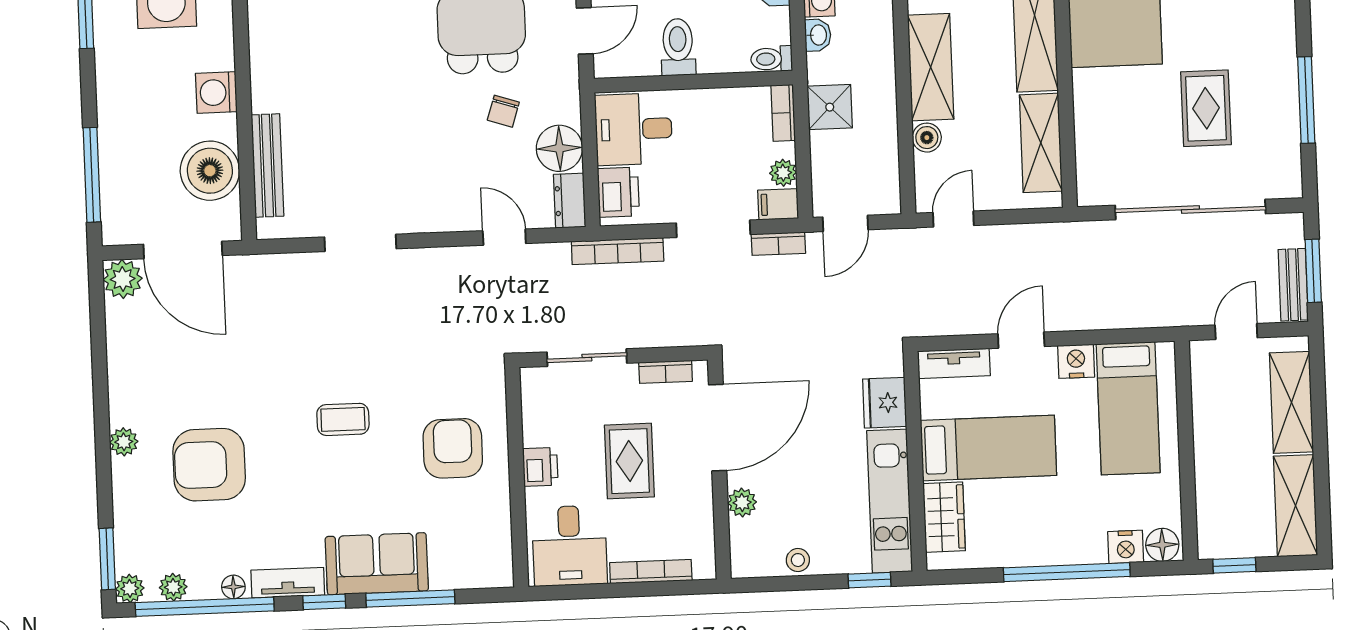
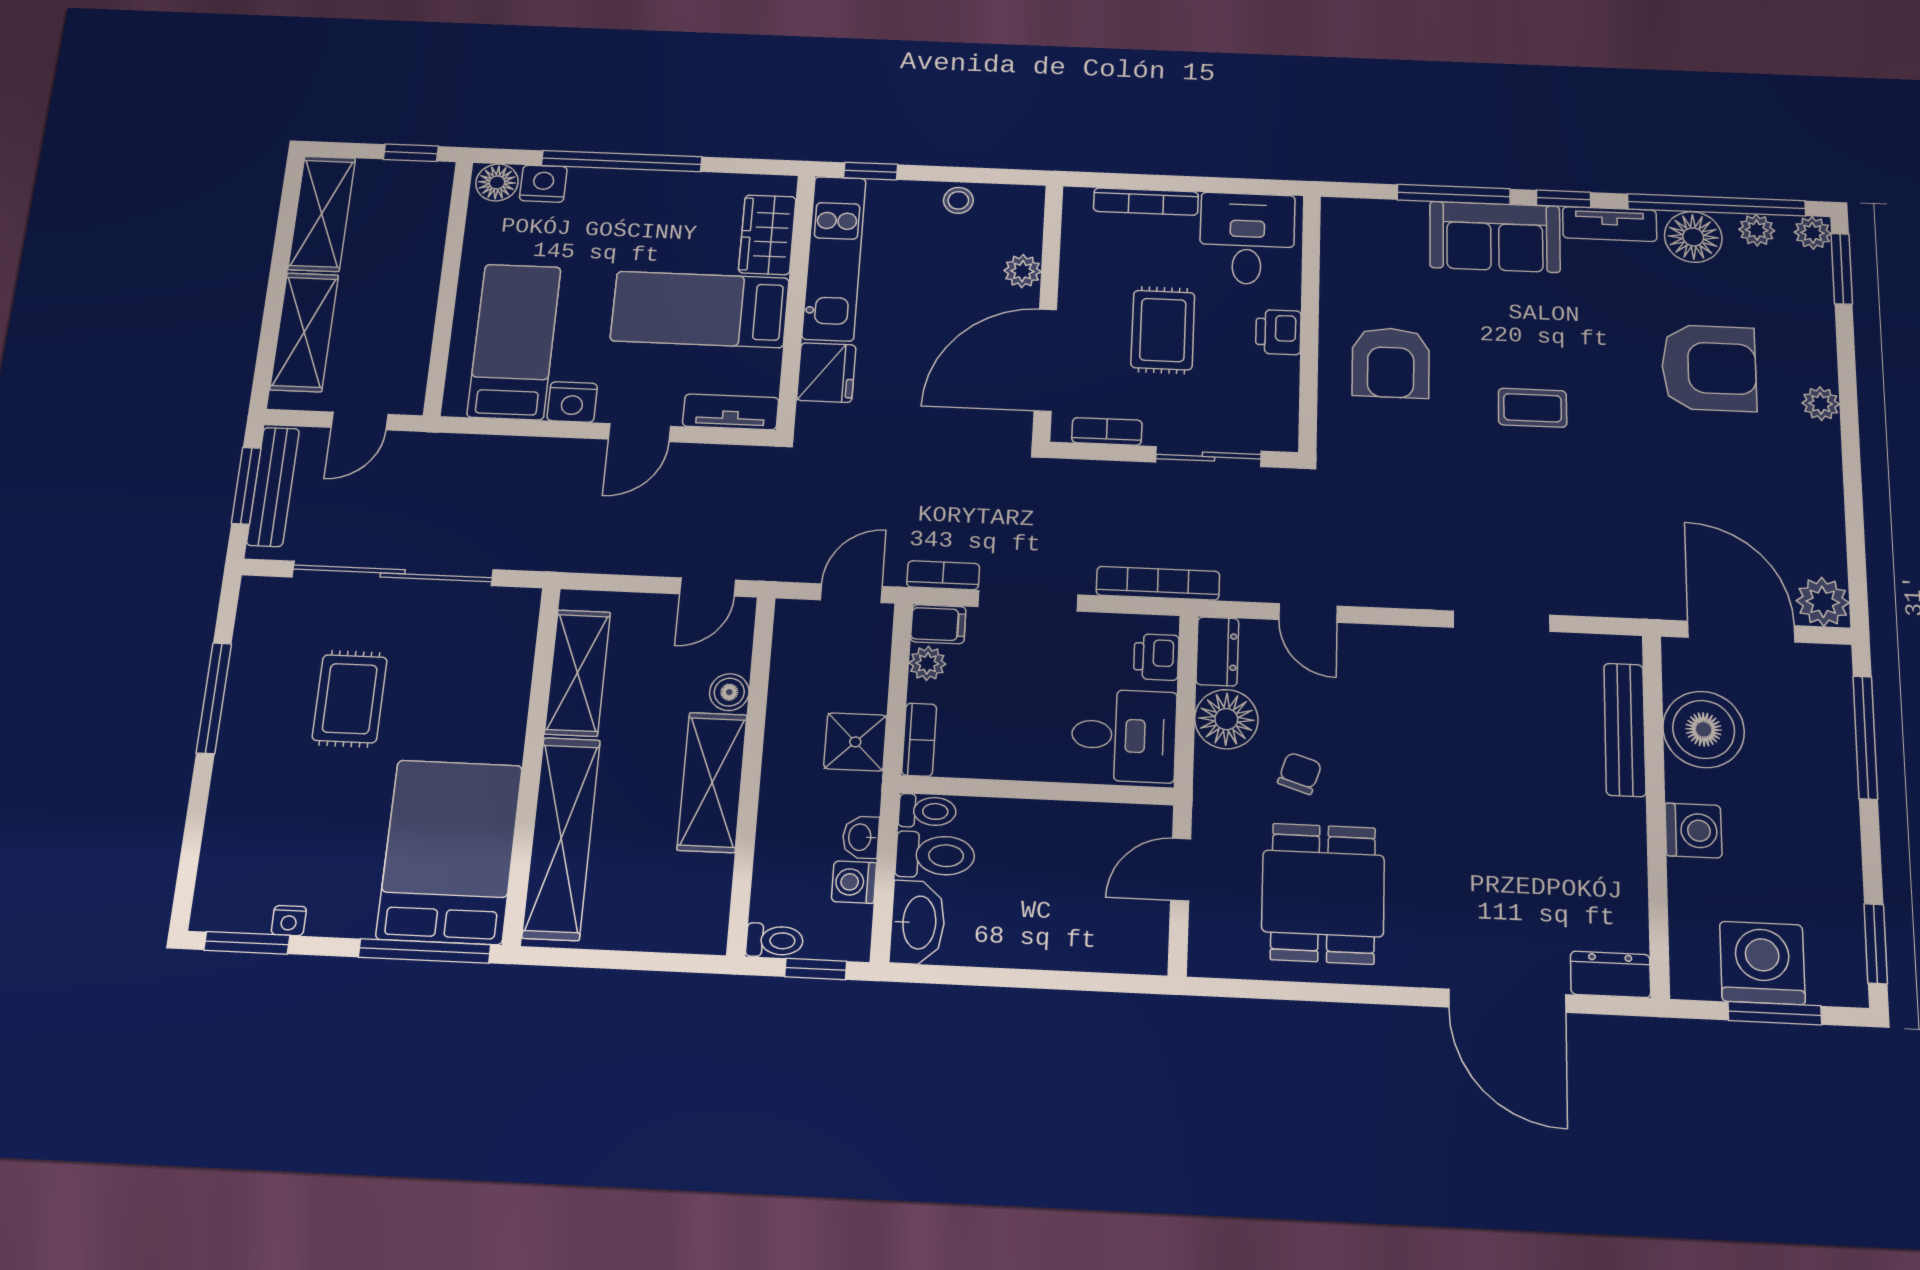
toilet: (678, 47) -> (935, 855), moved, turned -90
printer: (618, 192) -> (1156, 657), width x0.73, depth x0.81
bench: (1293, 285) -> (273, 487), width x1.36
floor lamp: (233, 587) -> (1693, 237), width x1.89, depth x1.89

